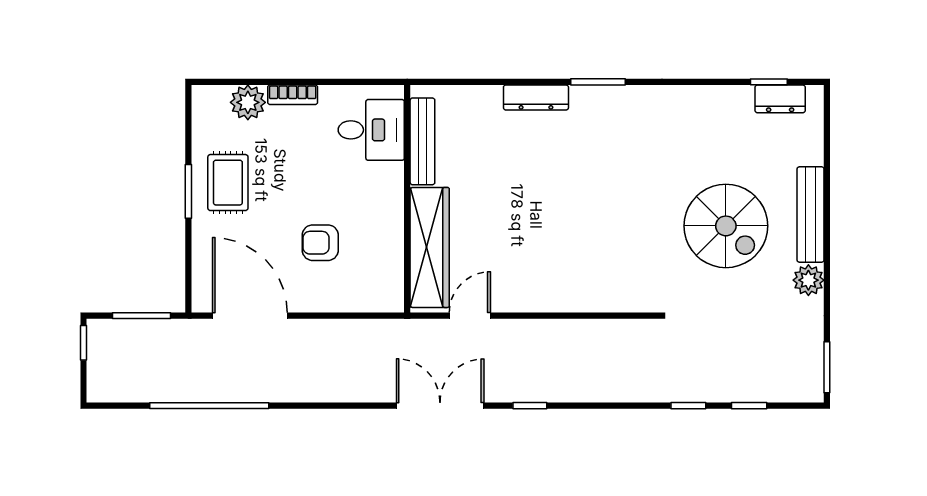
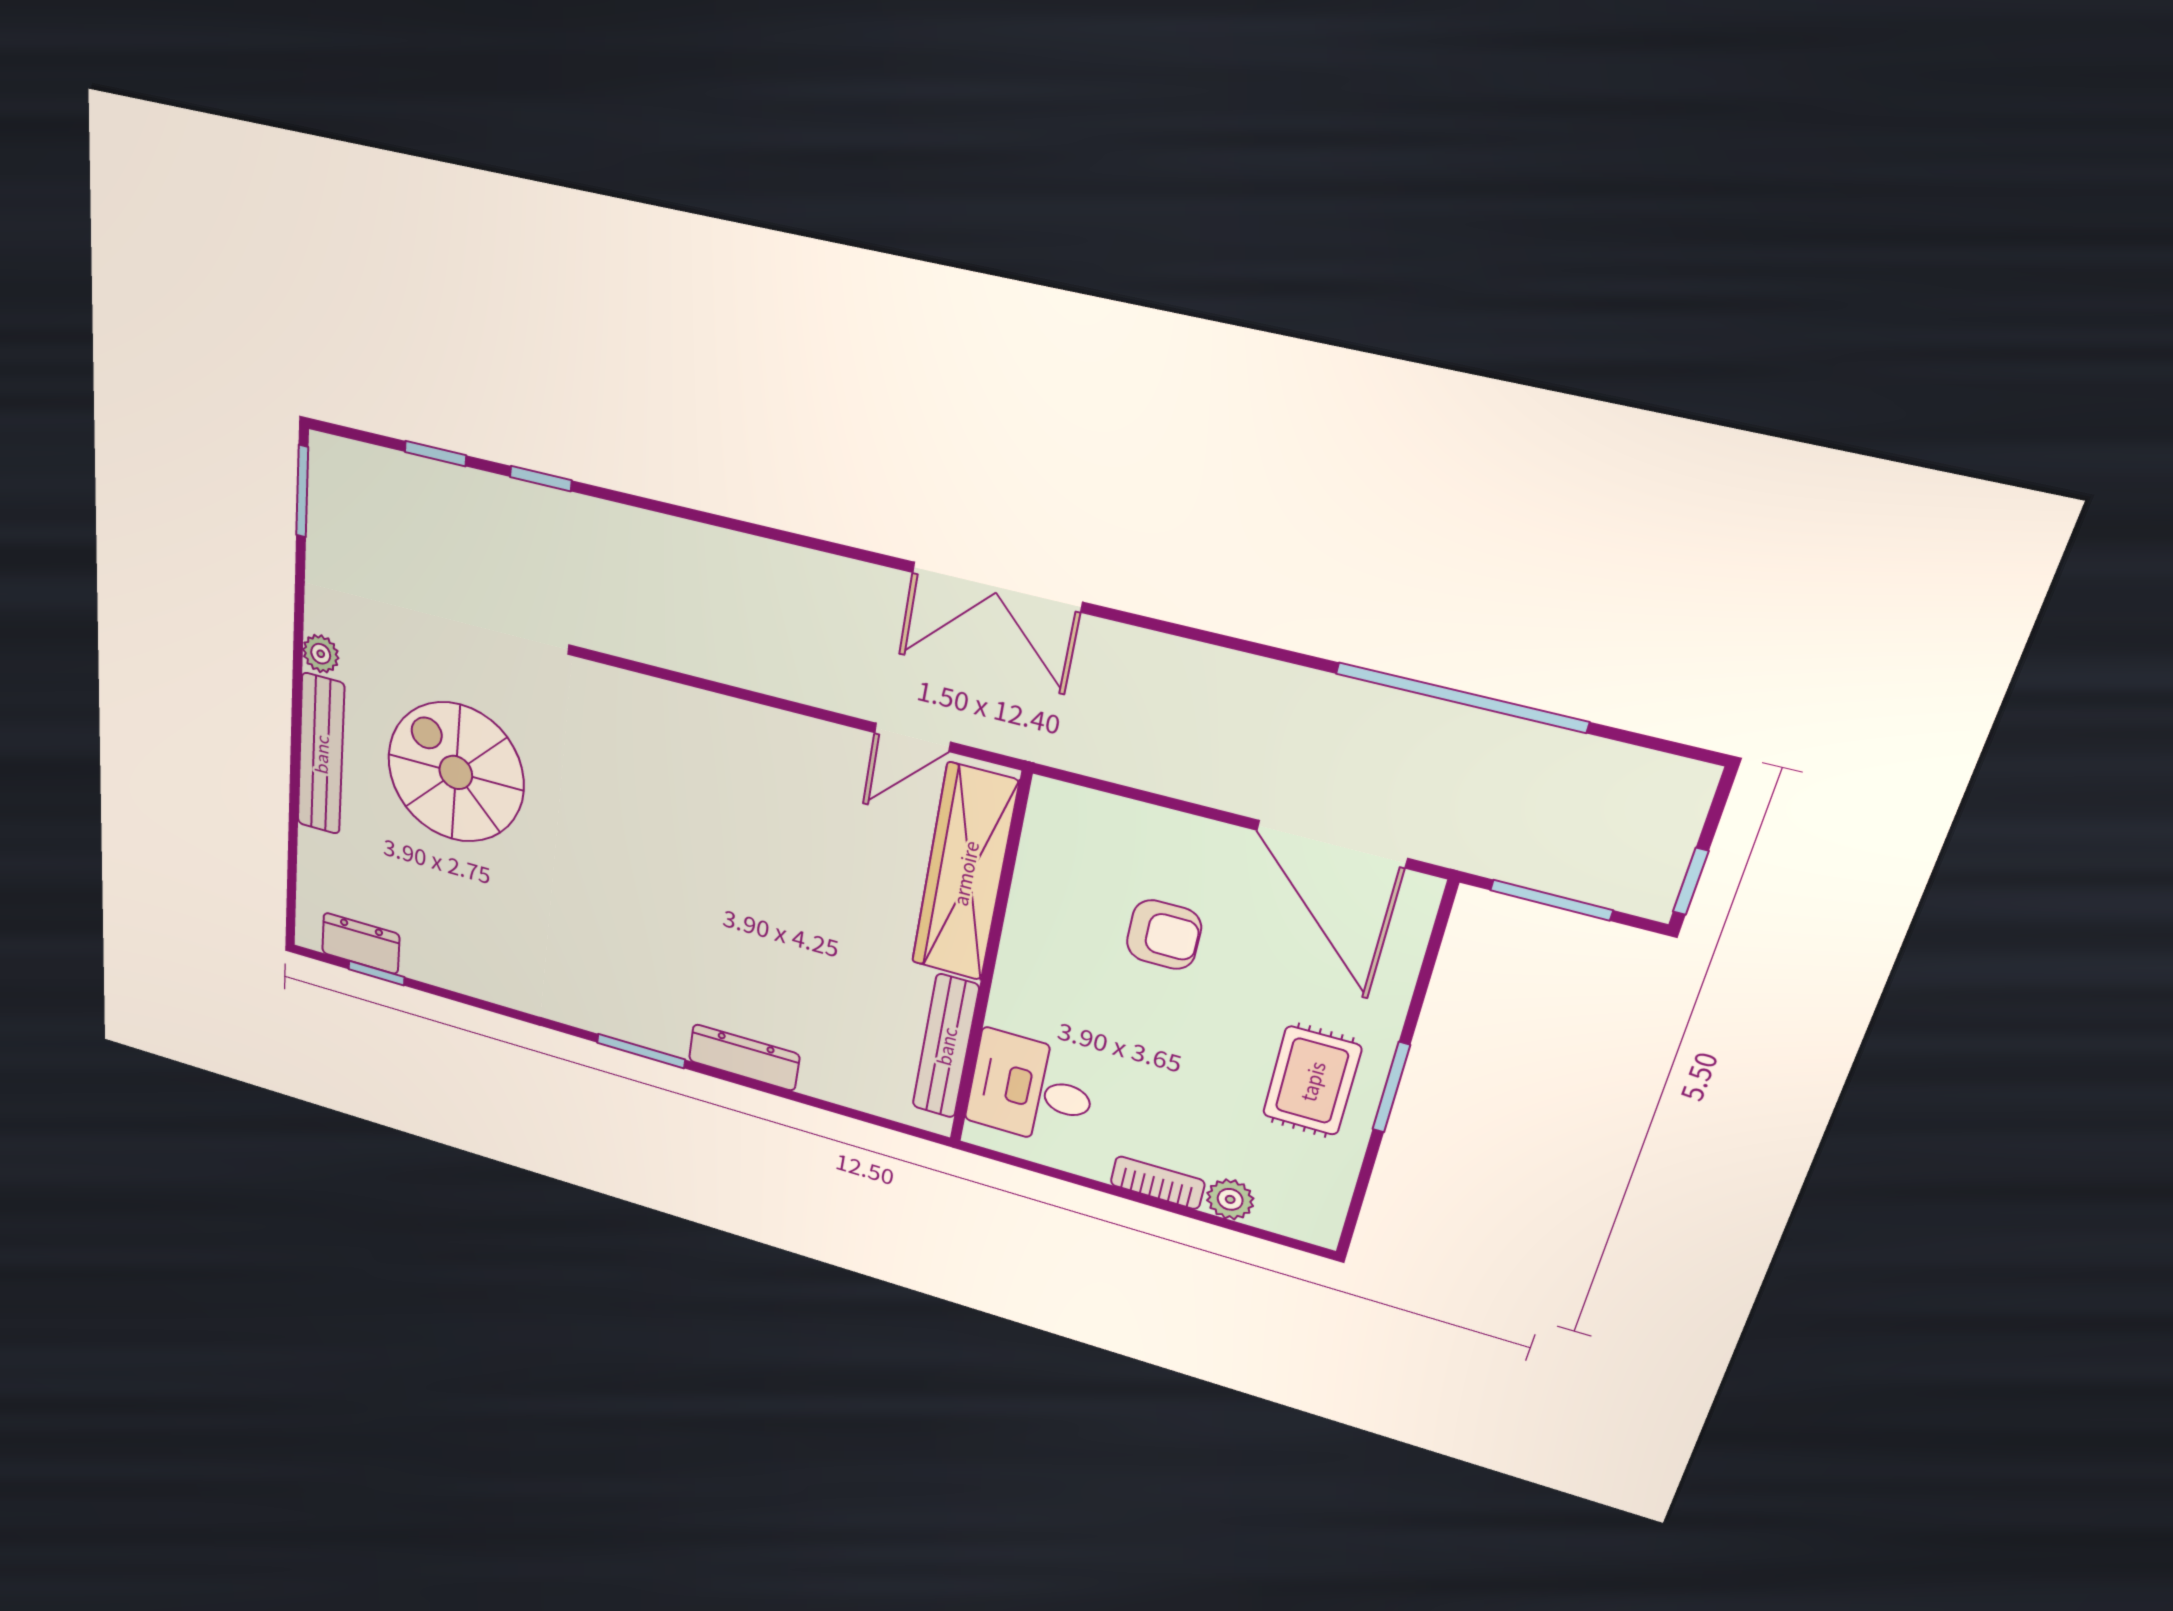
plant: (248, 102) -> (1230, 1199), width x0.73, depth x0.73
plant: (808, 280) -> (321, 654), width x0.73, depth x0.73
window: (530, 406) -> (827, 547), removed

